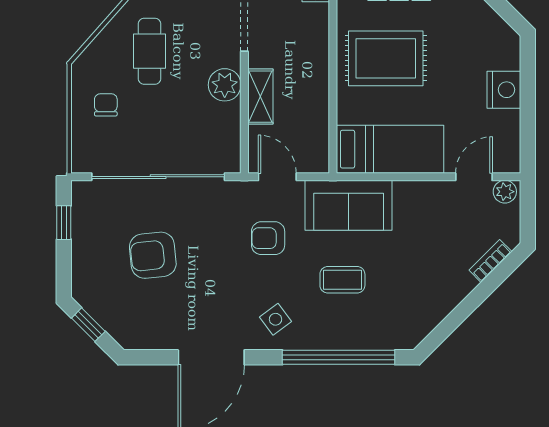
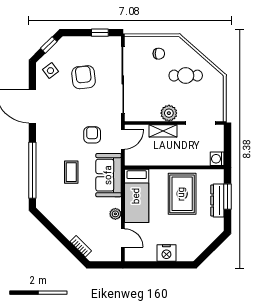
plant: (505, 192) -> (115, 214), moved
side table: (275, 319) -> (50, 71), moved

